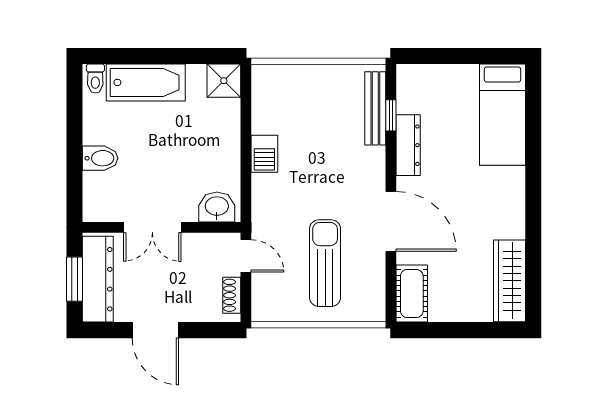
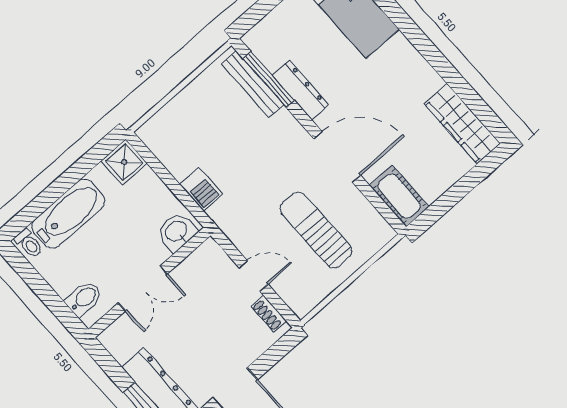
window: (391, 115) -> (269, 79), width x2.17
washbasin: (217, 207) -> (177, 232), moved
double door: (152, 227) -> (143, 288), moved
wall: (162, 227) -> (150, 282), moved

